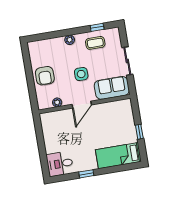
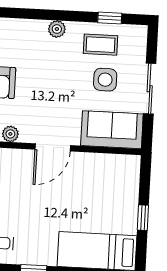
side table: (81, 74) -> (105, 80), moved

